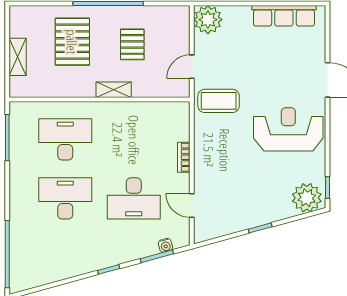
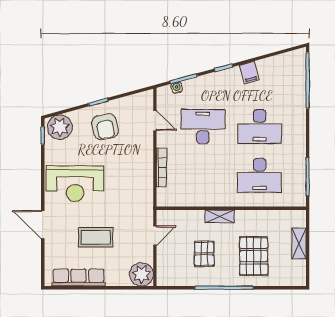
coffee table: (219, 101) -> (96, 237), moved
bookcase: (184, 157) -> (161, 168), width x1.56
armchair: (252, 198) -> (105, 127), added
filing cabinet: (78, 264) -> (249, 73), added

